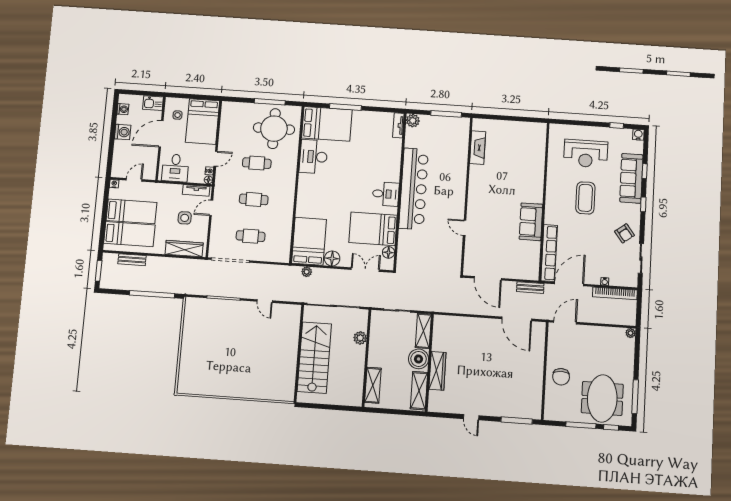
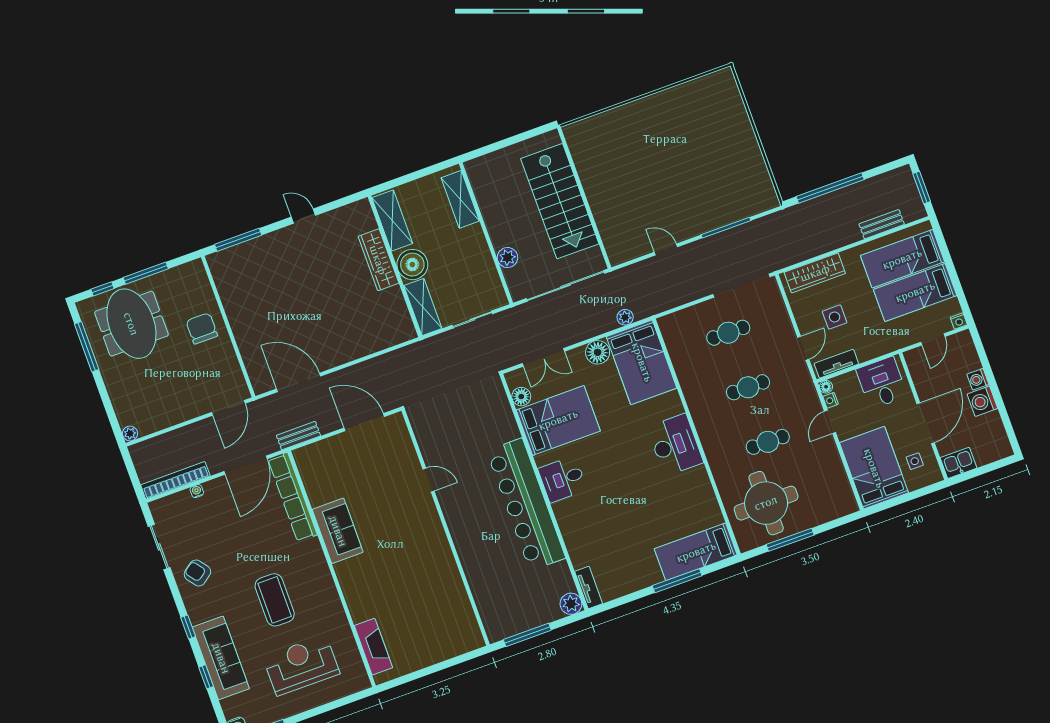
washing machine: (123, 109) -> (978, 379), moved
bed: (327, 124) -> (696, 552), width x0.67
fireplace: (478, 148) -> (373, 647), moved, turned 180
desk: (313, 157) -> (675, 445), moved

